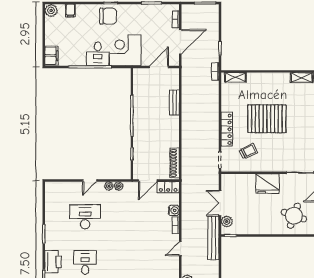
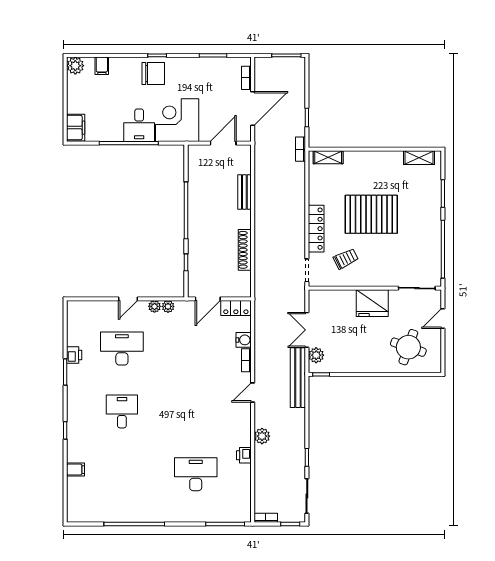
shoe rack: (175, 163) -> (245, 250), moved
printer: (53, 262) -> (74, 355), moved, width x0.53, depth x0.68

